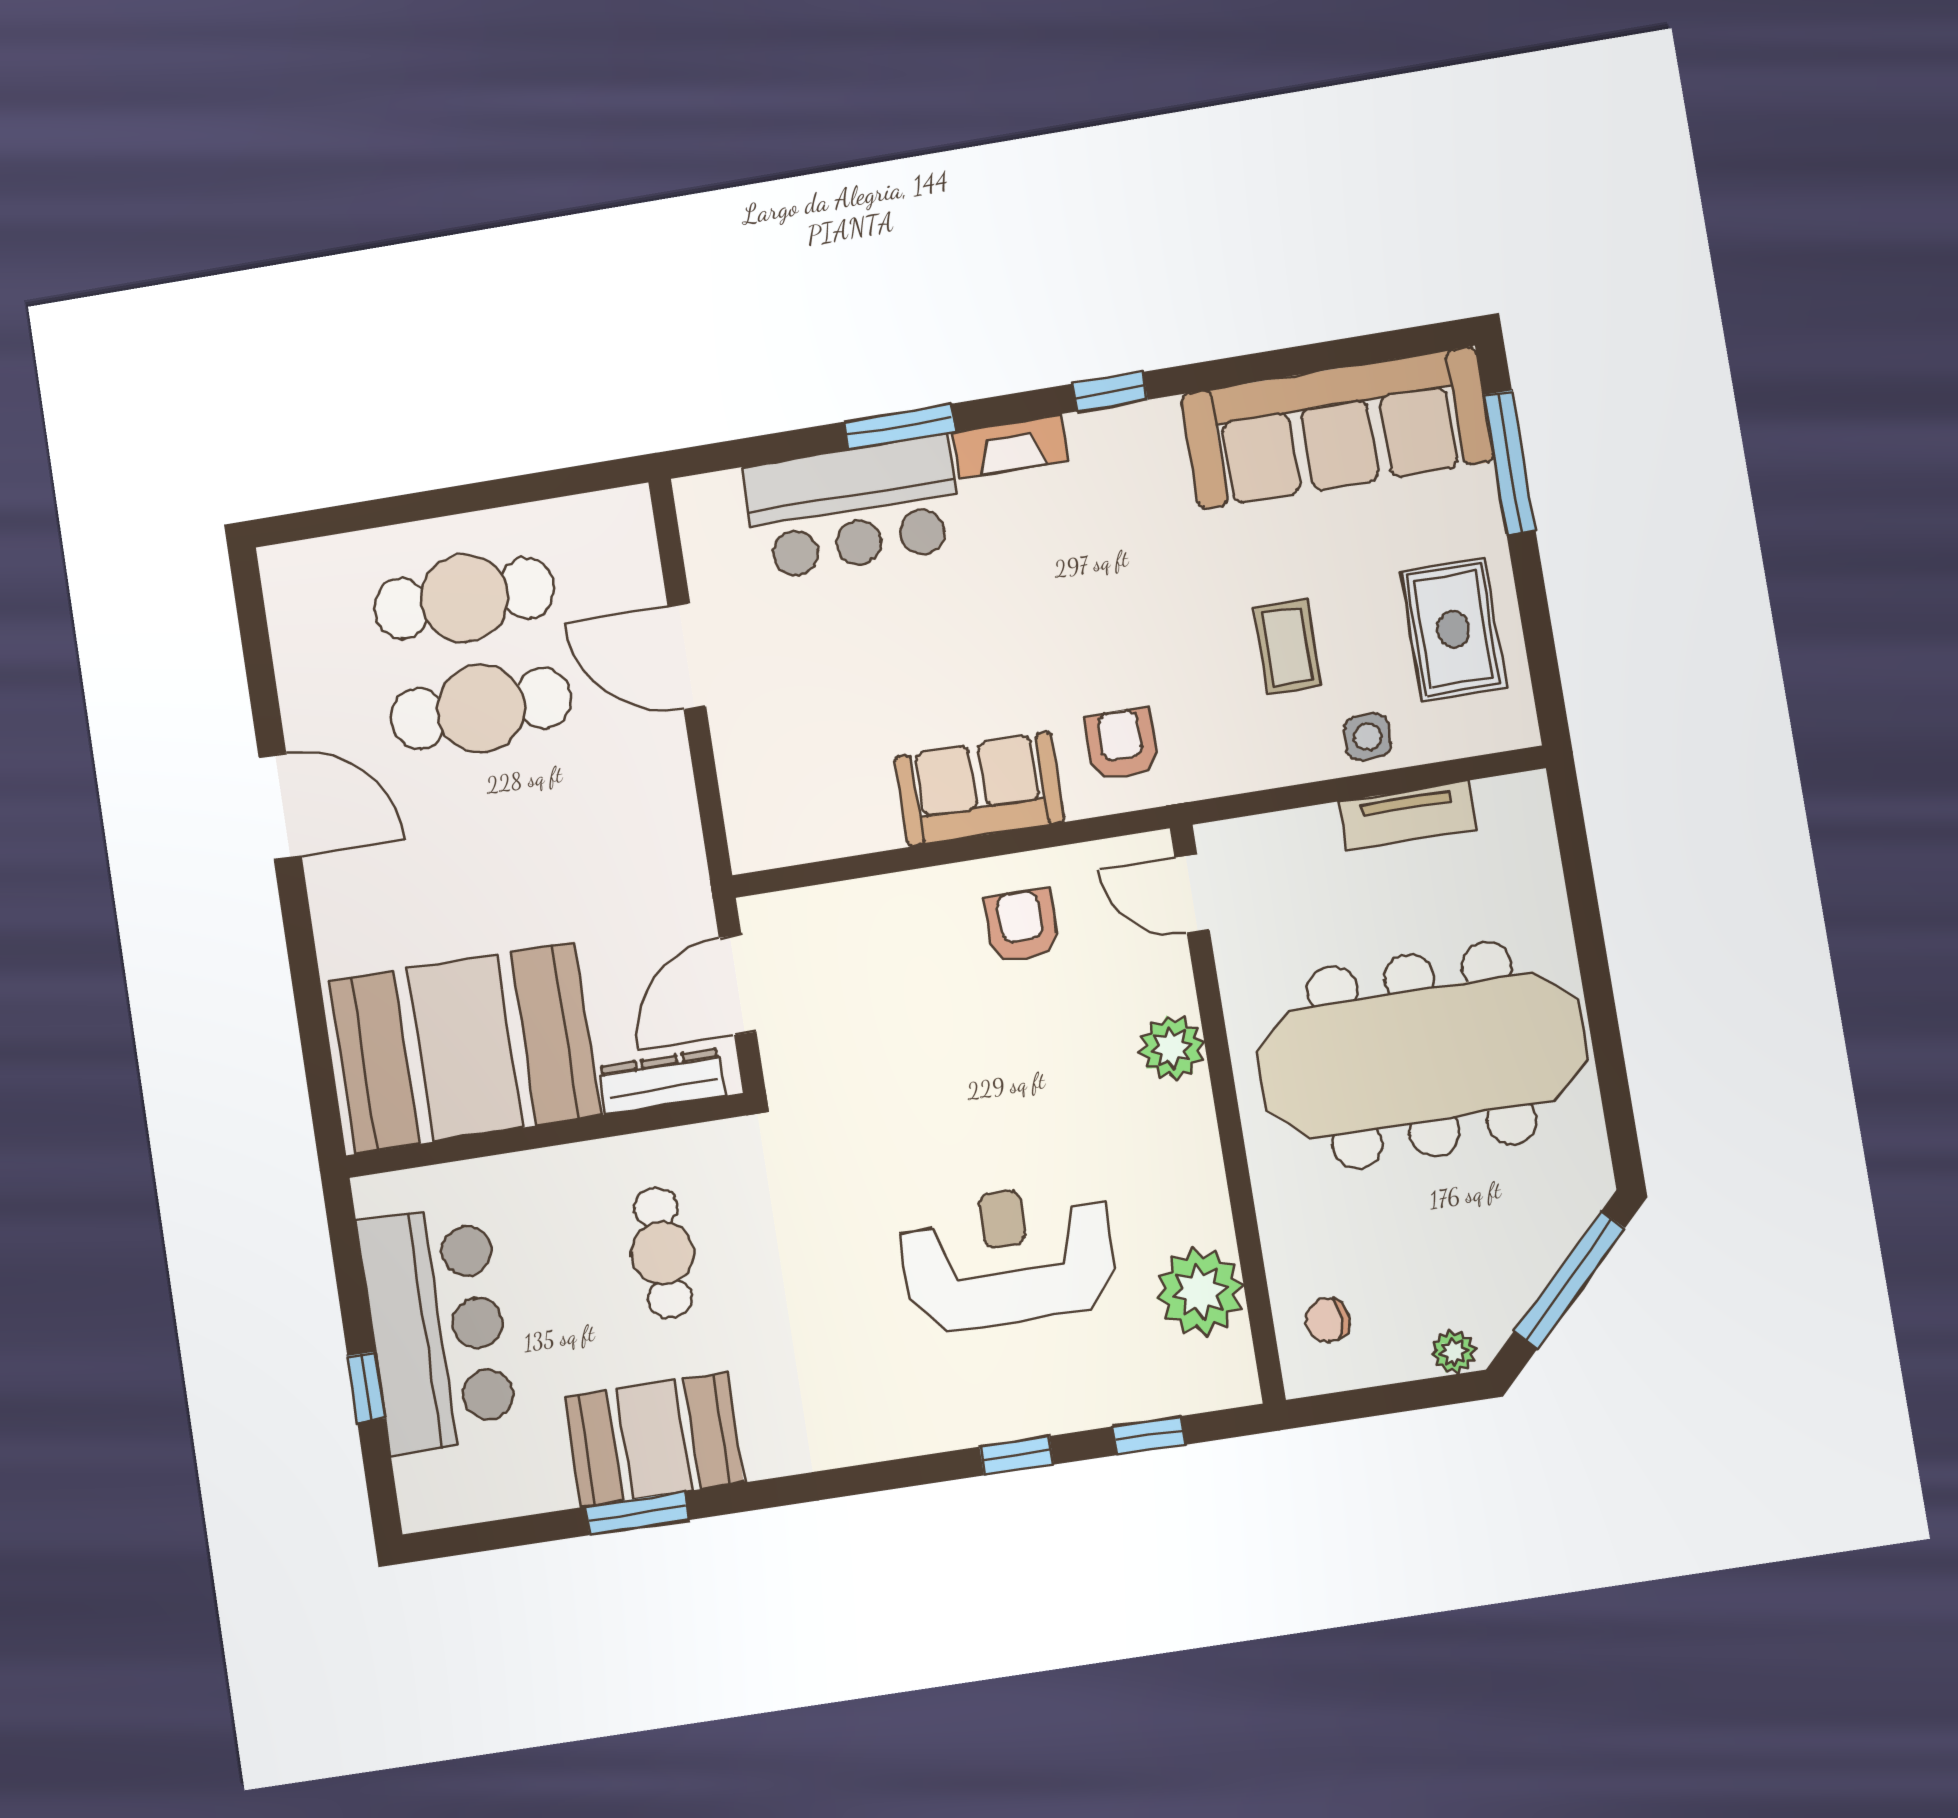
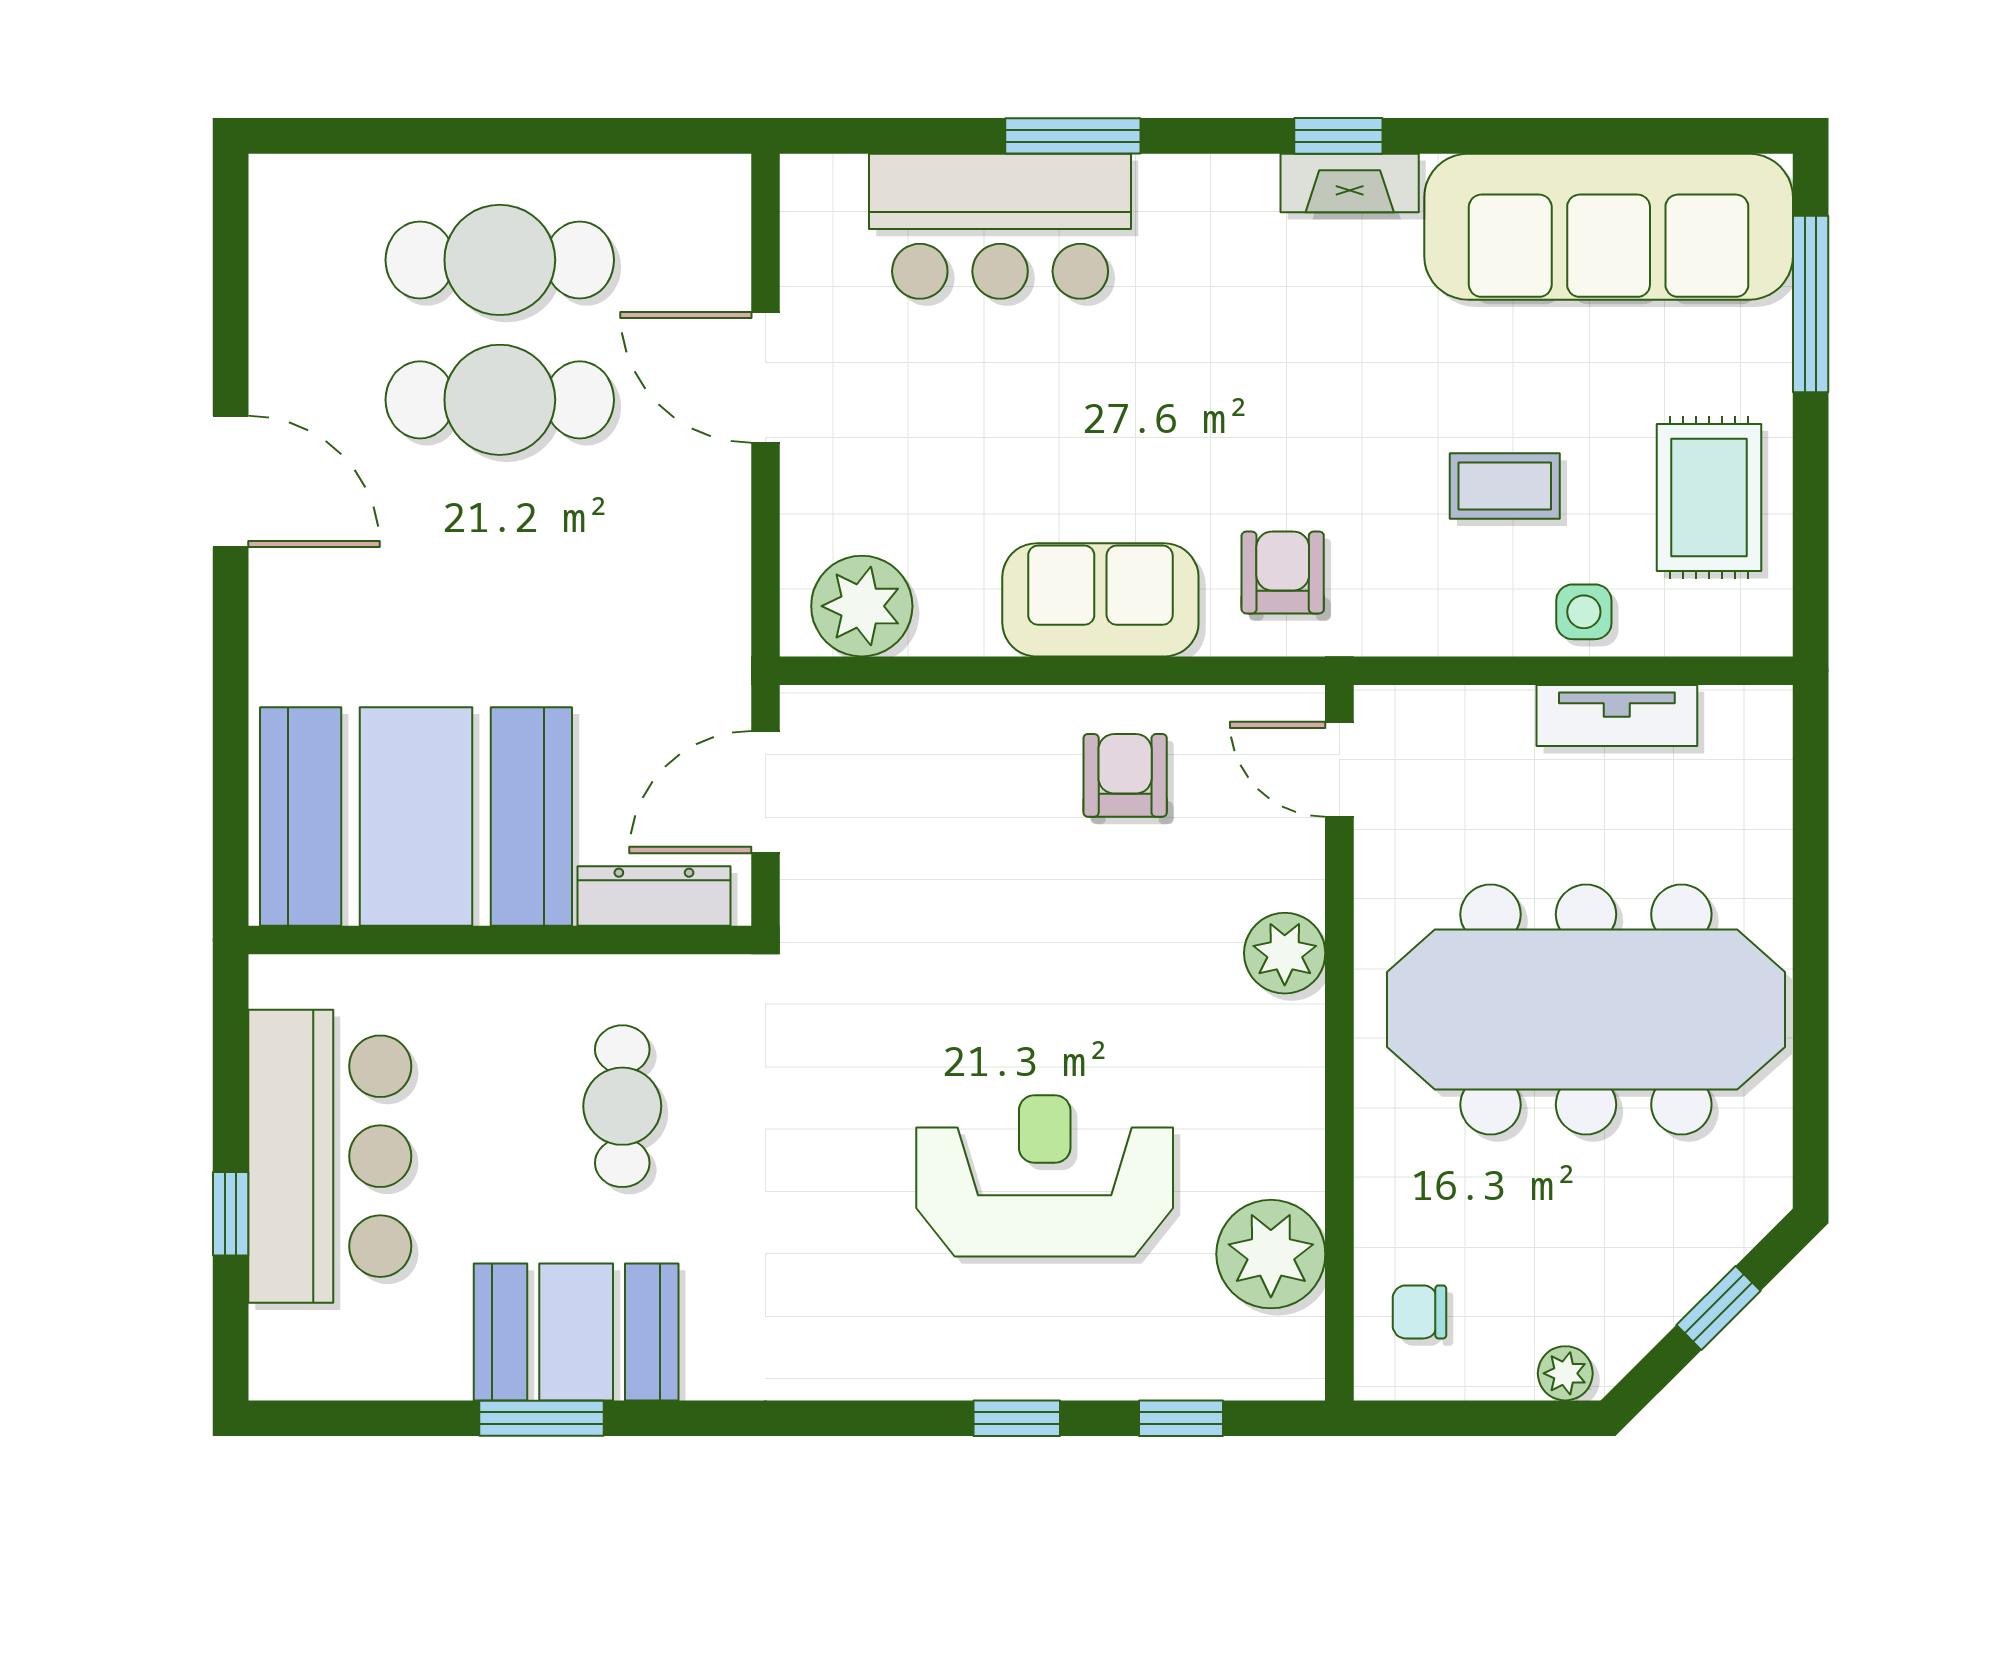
fireplace: (1010, 446) -> (1350, 183), moved
coffee table: (1288, 647) -> (1505, 486), turned 90
plant: (791, 825) -> (862, 606), added
window: (1569, 1280) -> (1719, 1308), width x0.46

